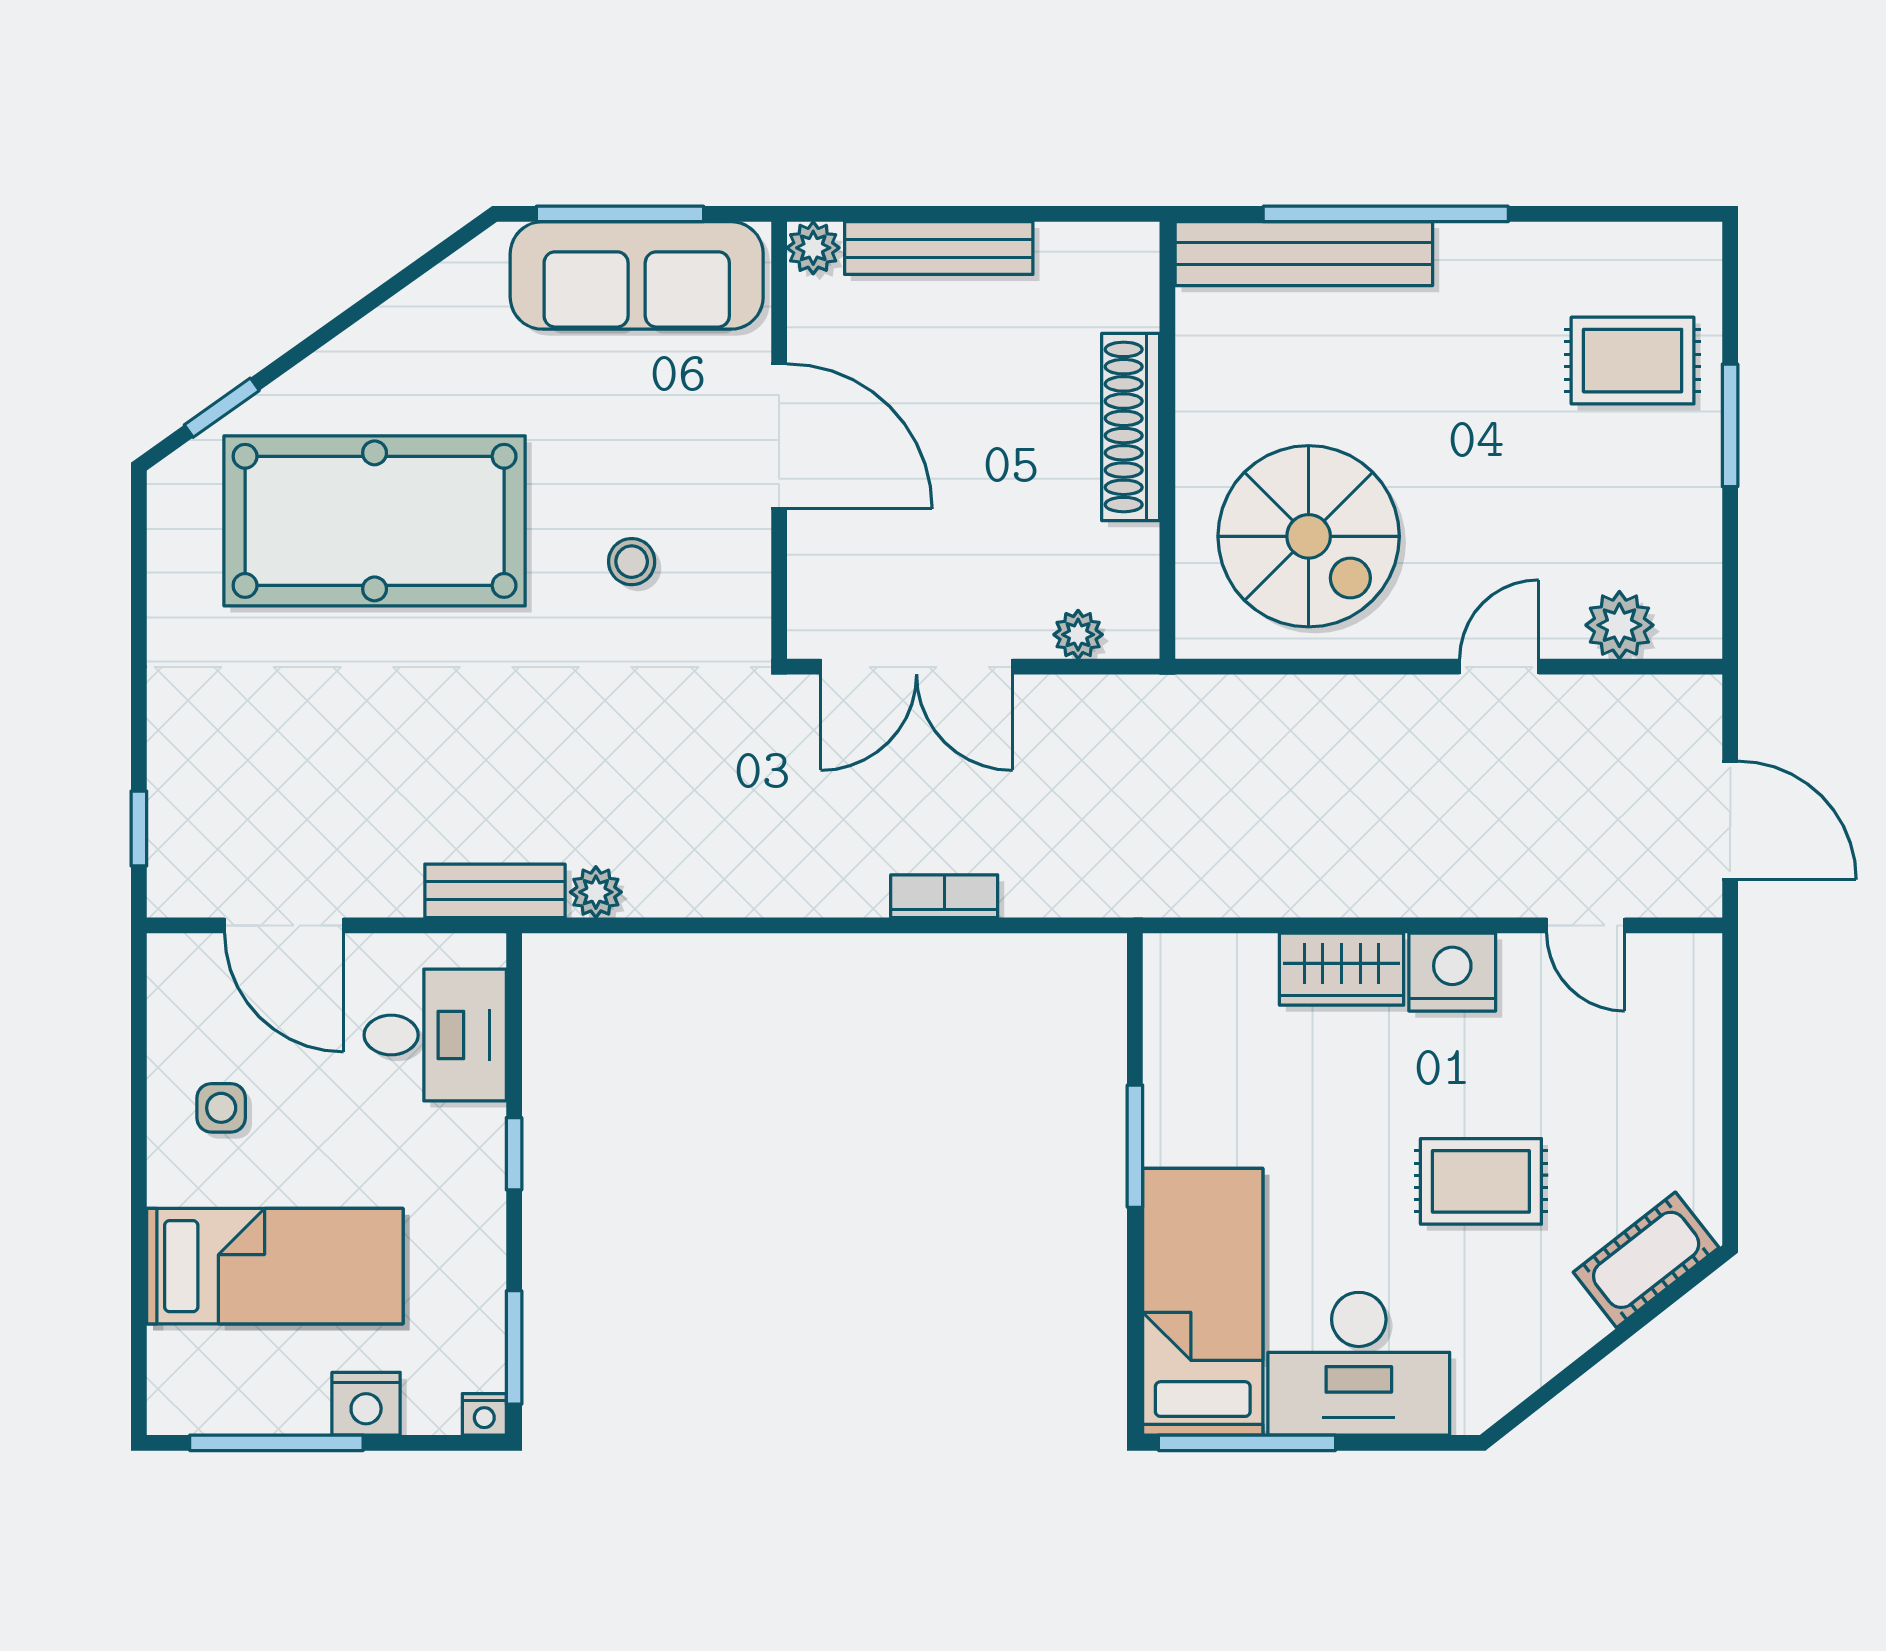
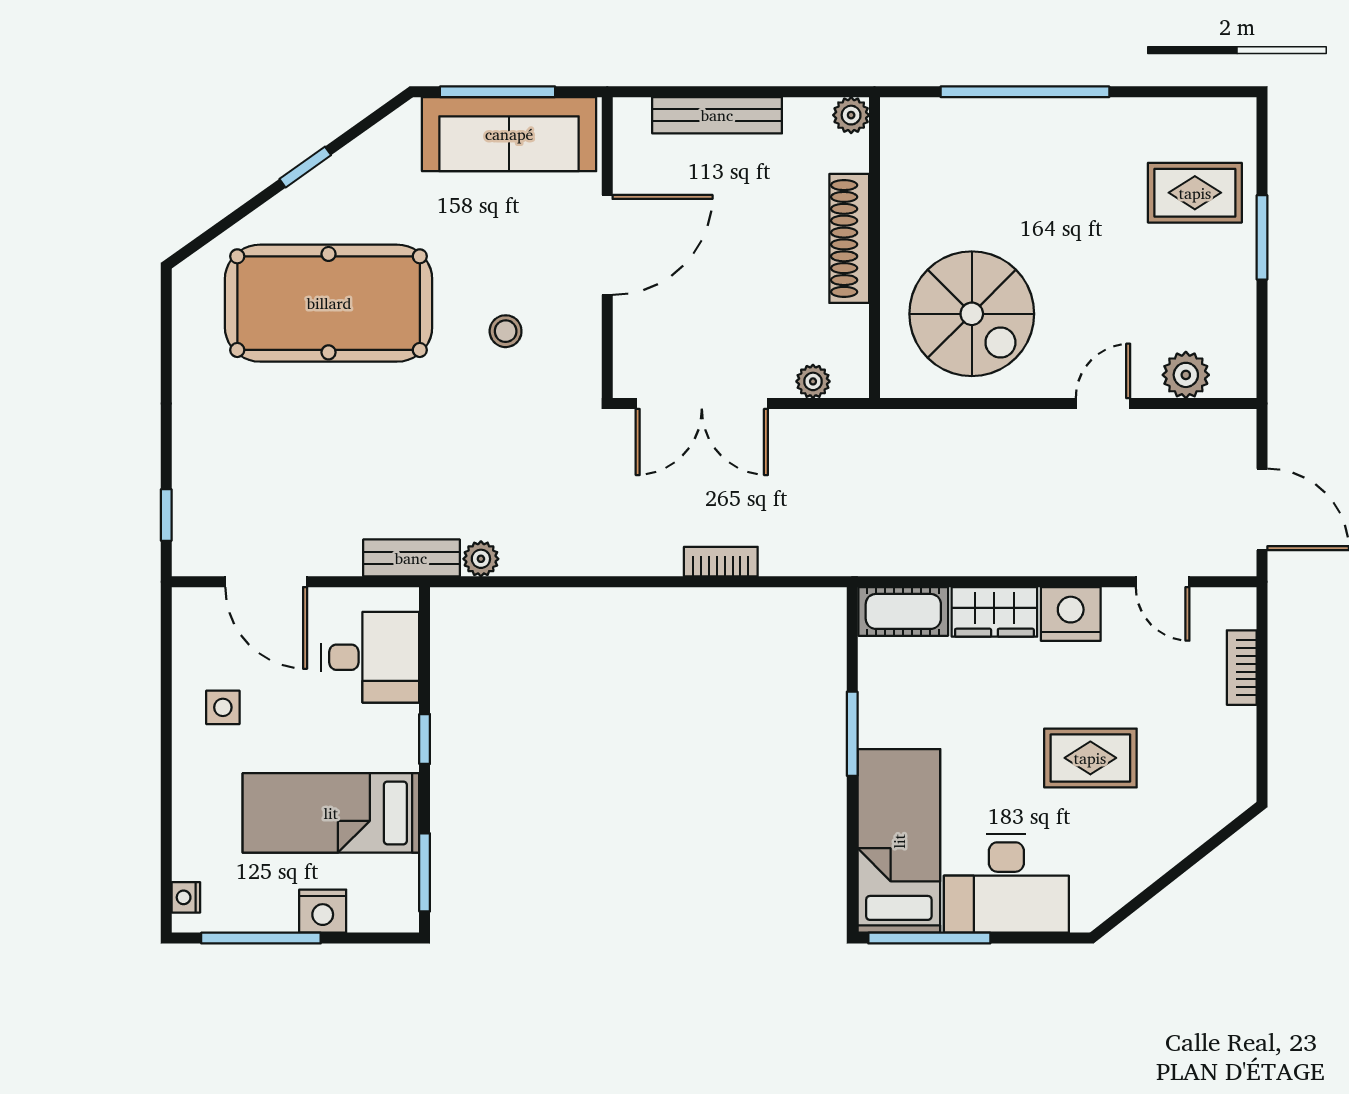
plant: (813, 248) -> (851, 115), moved
bench: (1304, 254) -> (968, 119), removed
window: (222, 408) -> (305, 167), moved
door: (779, 436) -> (607, 245), hinge flipped
bookcase: (1701, 1050) -> (1242, 668), added
cot: (1646, 1260) -> (903, 611), moved, turned 38
bed: (275, 1266) -> (331, 813), moved, turned 180
nightstand: (484, 1414) -> (186, 897), moved, turned 90

